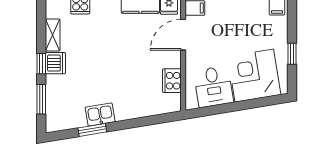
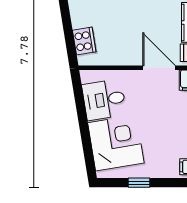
cooker: (172, 81) -> (84, 41), moved, turned 81

